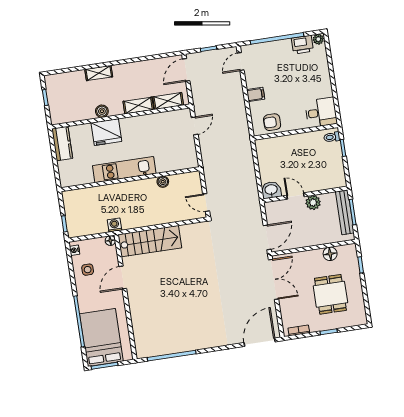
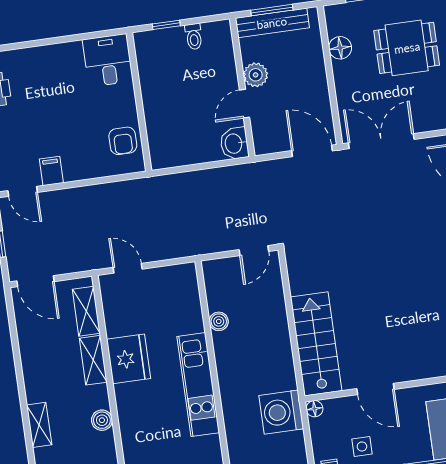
filing cabinet: (256, 94) -> (51, 171), moved
fridge: (106, 132) -> (129, 359), moved
toilet: (332, 137) -> (194, 37), moved
washing machine: (114, 225) -> (281, 412), width x1.89, depth x1.89

